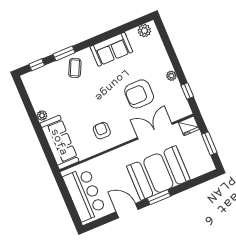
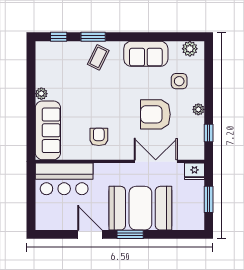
side table: (147, 60) -> (179, 81), added
bar counter: (84, 194) -> (64, 179), moved, turned 90

